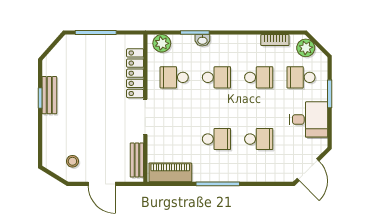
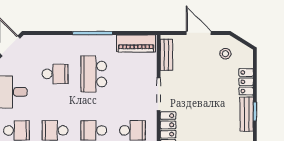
locker: (50, 131) -> (246, 82), added
school desk: (216, 139) -> (94, 74), width x1.85
school desk: (259, 139) -> (55, 74), turned 180

